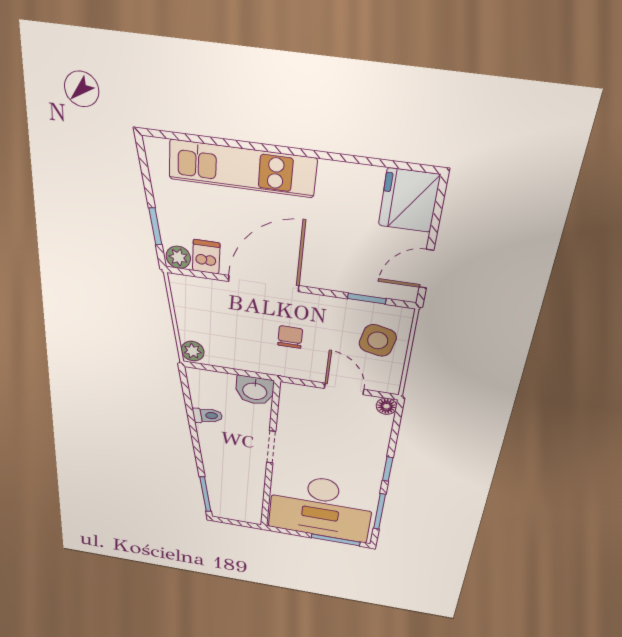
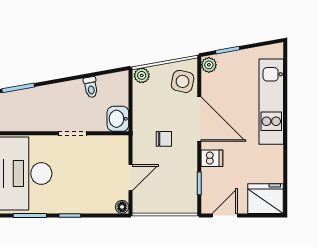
dishwasher: (206, 257) -> (212, 158), moved
door: (426, 269) -> (225, 215), hinge flipped
side table: (378, 340) -> (183, 81), moved

